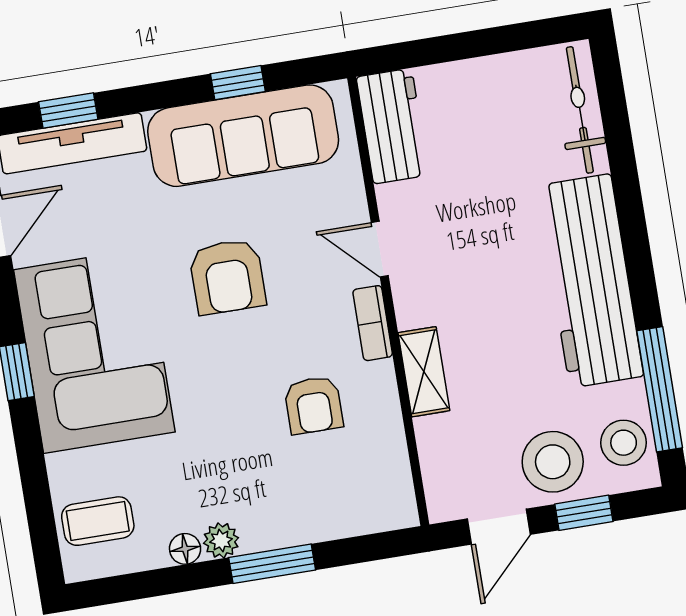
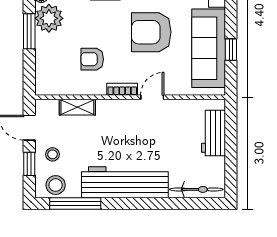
workbench: (393, 126) -> (213, 133), moved, turned 90
armchair: (227, 277) -> (151, 32), width x1.36, depth x1.36
shelving: (424, 372) -> (77, 107), moved
stool: (553, 462) -> (52, 154), width x0.53, depth x0.53
plant: (221, 540) -> (49, 18), width x1.88, depth x1.88

